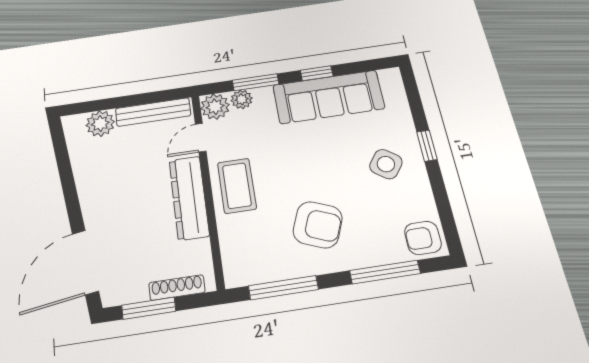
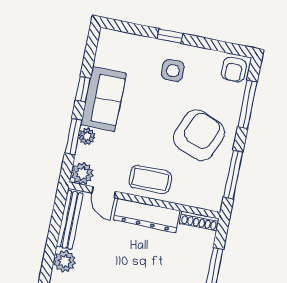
sofa: (328, 97) -> (103, 99), width x0.73
plant: (242, 99) -> (87, 136), moved
side table: (386, 164) -> (173, 70), turned -36
armchair: (318, 225) -> (199, 135), width x1.36, depth x1.36
shoe rack: (177, 288) -> (199, 221), moved, turned -90

